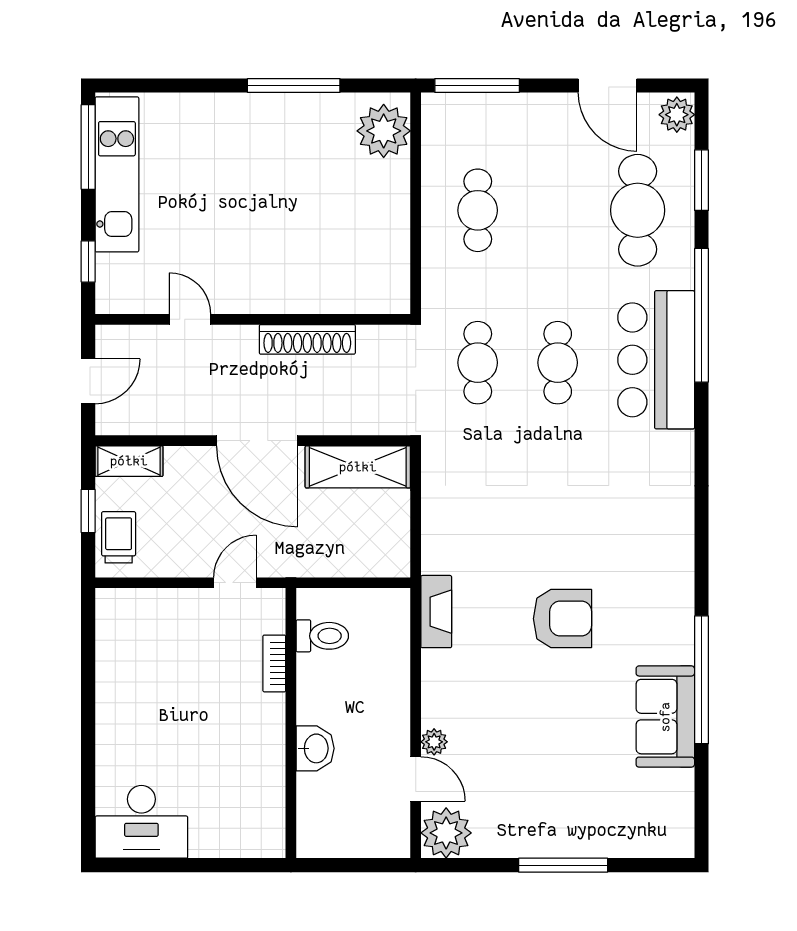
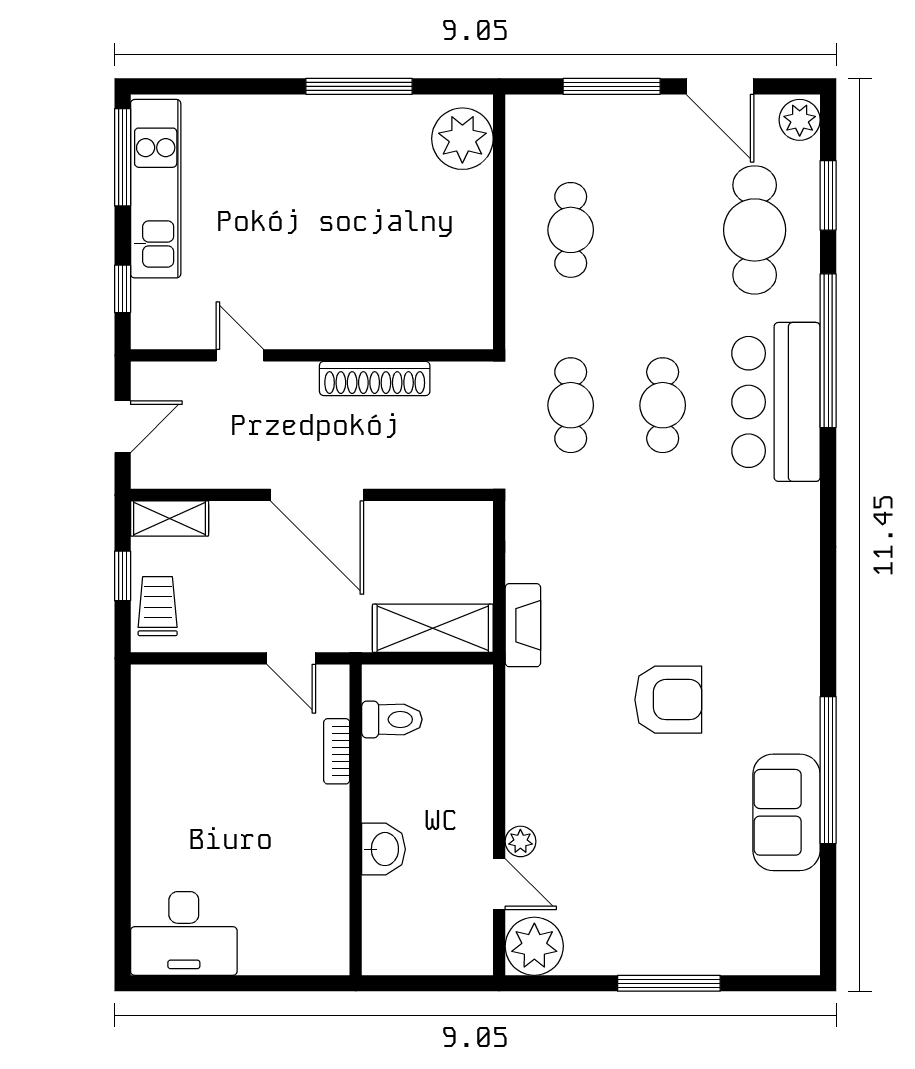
window: (477, 85) -> (612, 86), moved
shelving: (358, 467) -> (433, 628), moved
door: (235, 583) -> (291, 658), swing flipped
fireplace: (436, 612) -> (523, 625), moved

